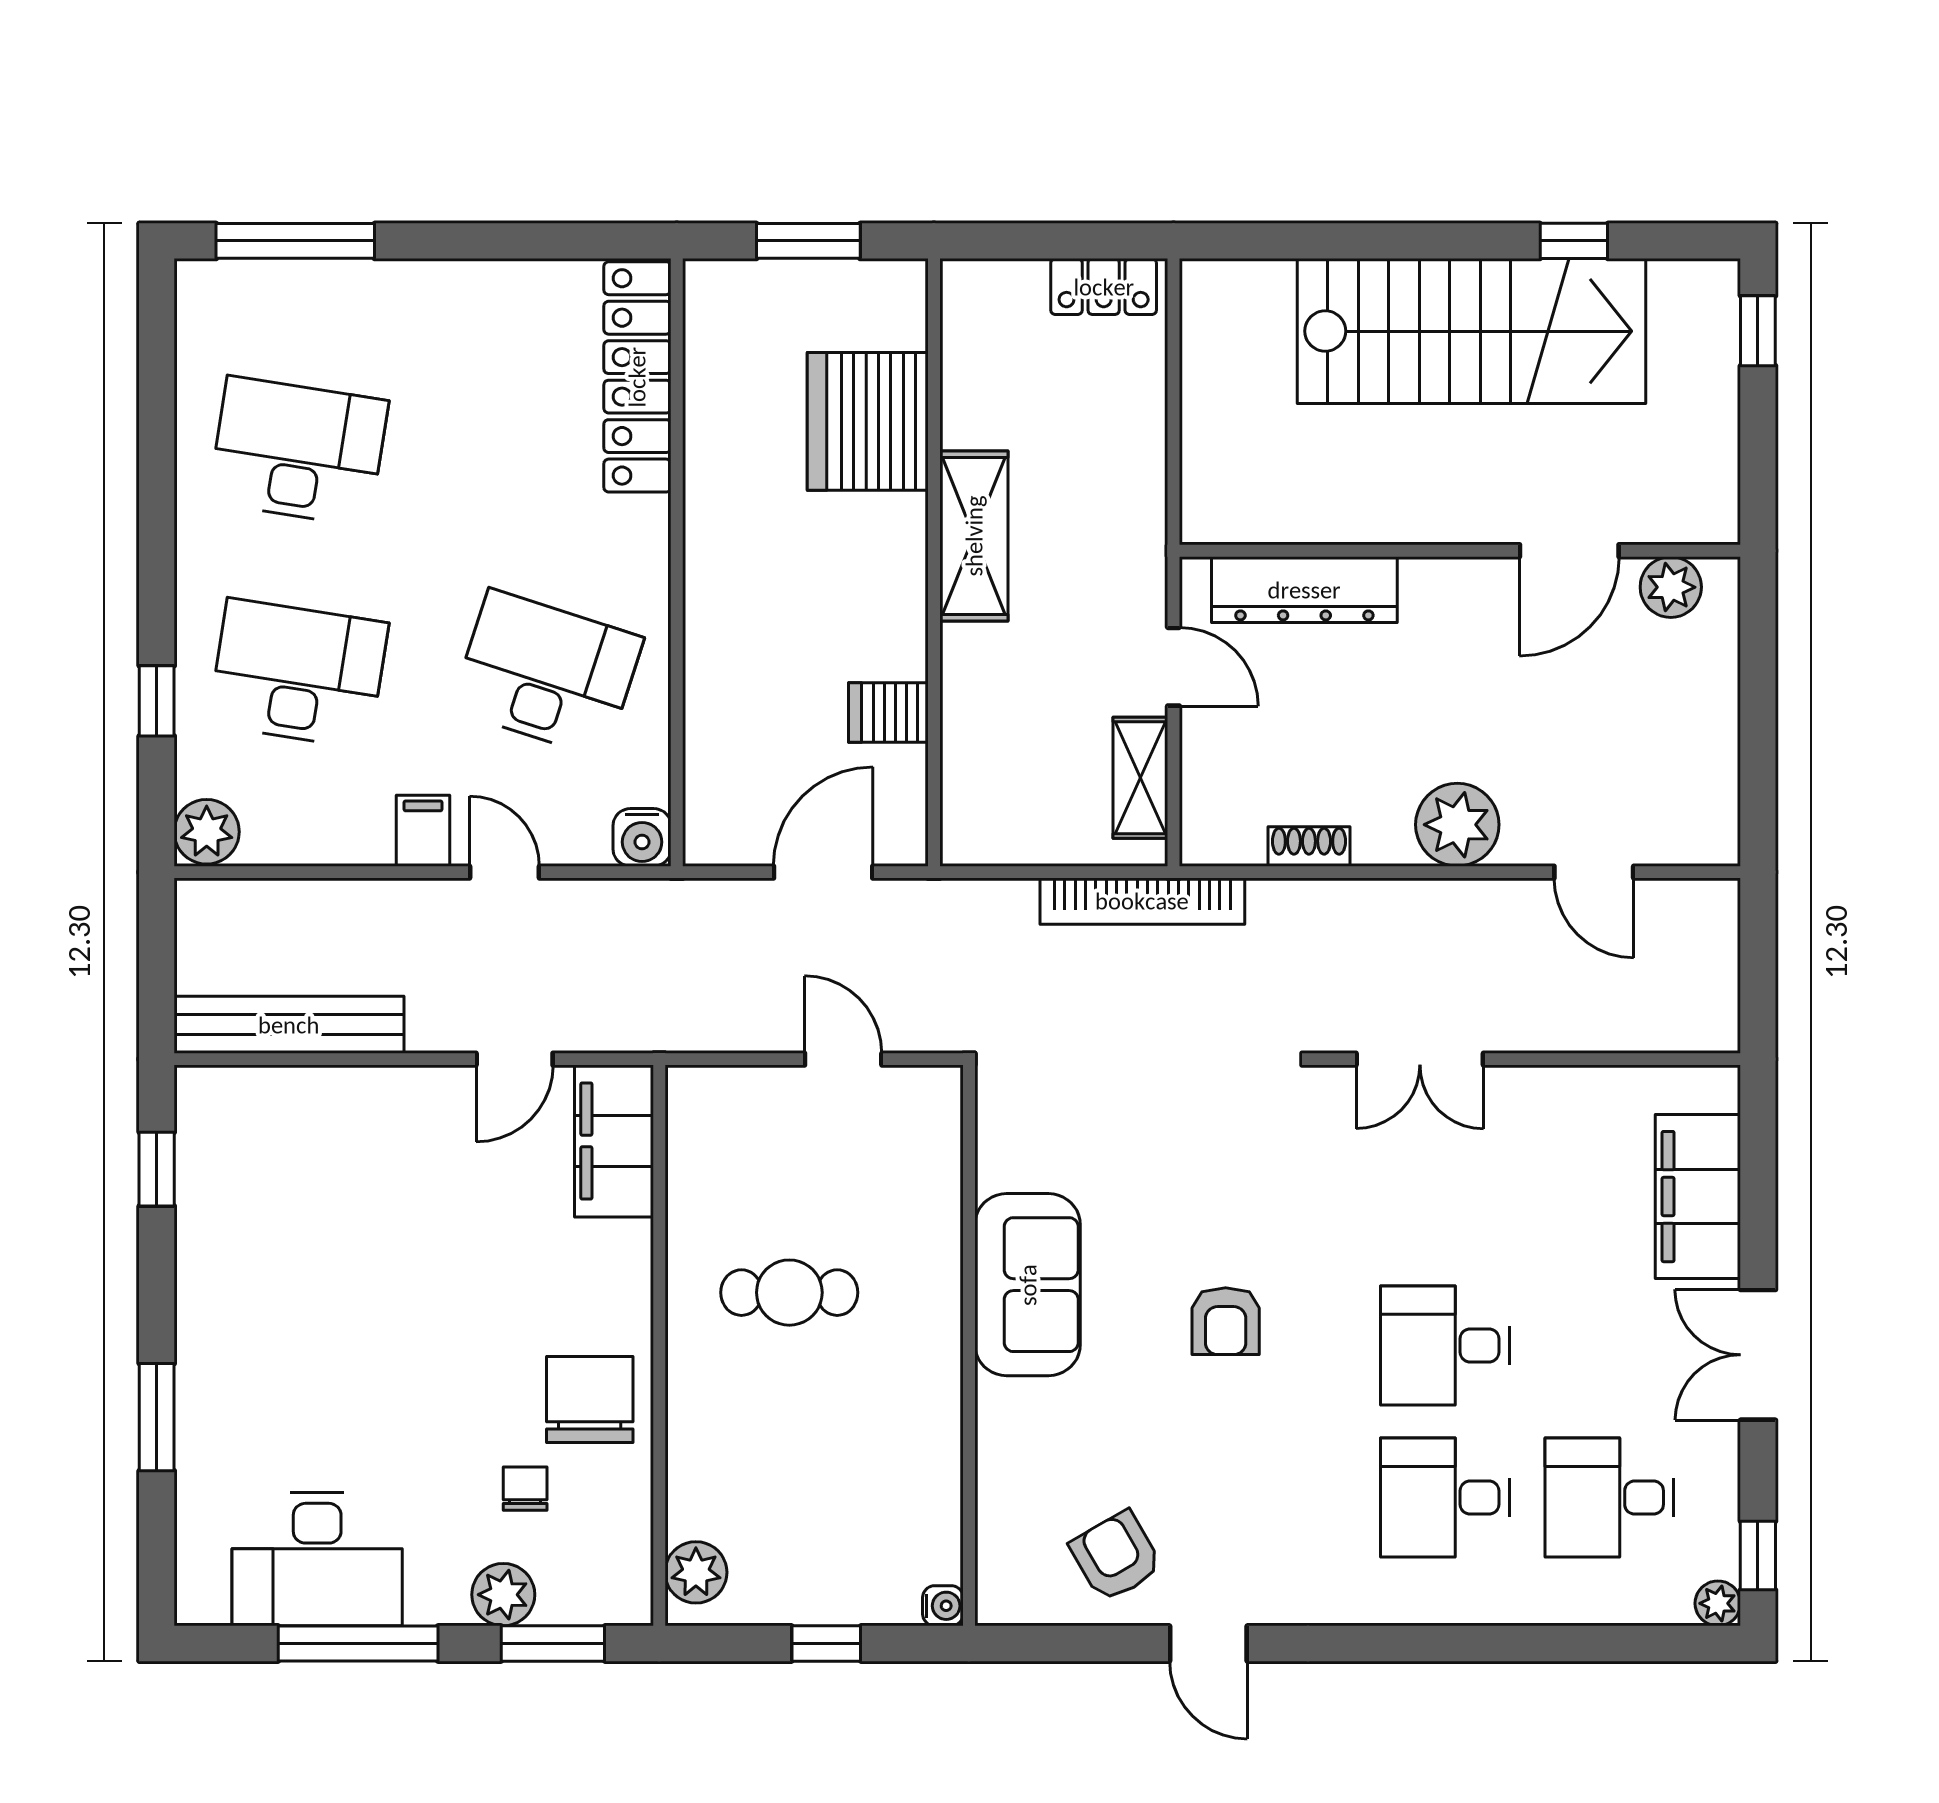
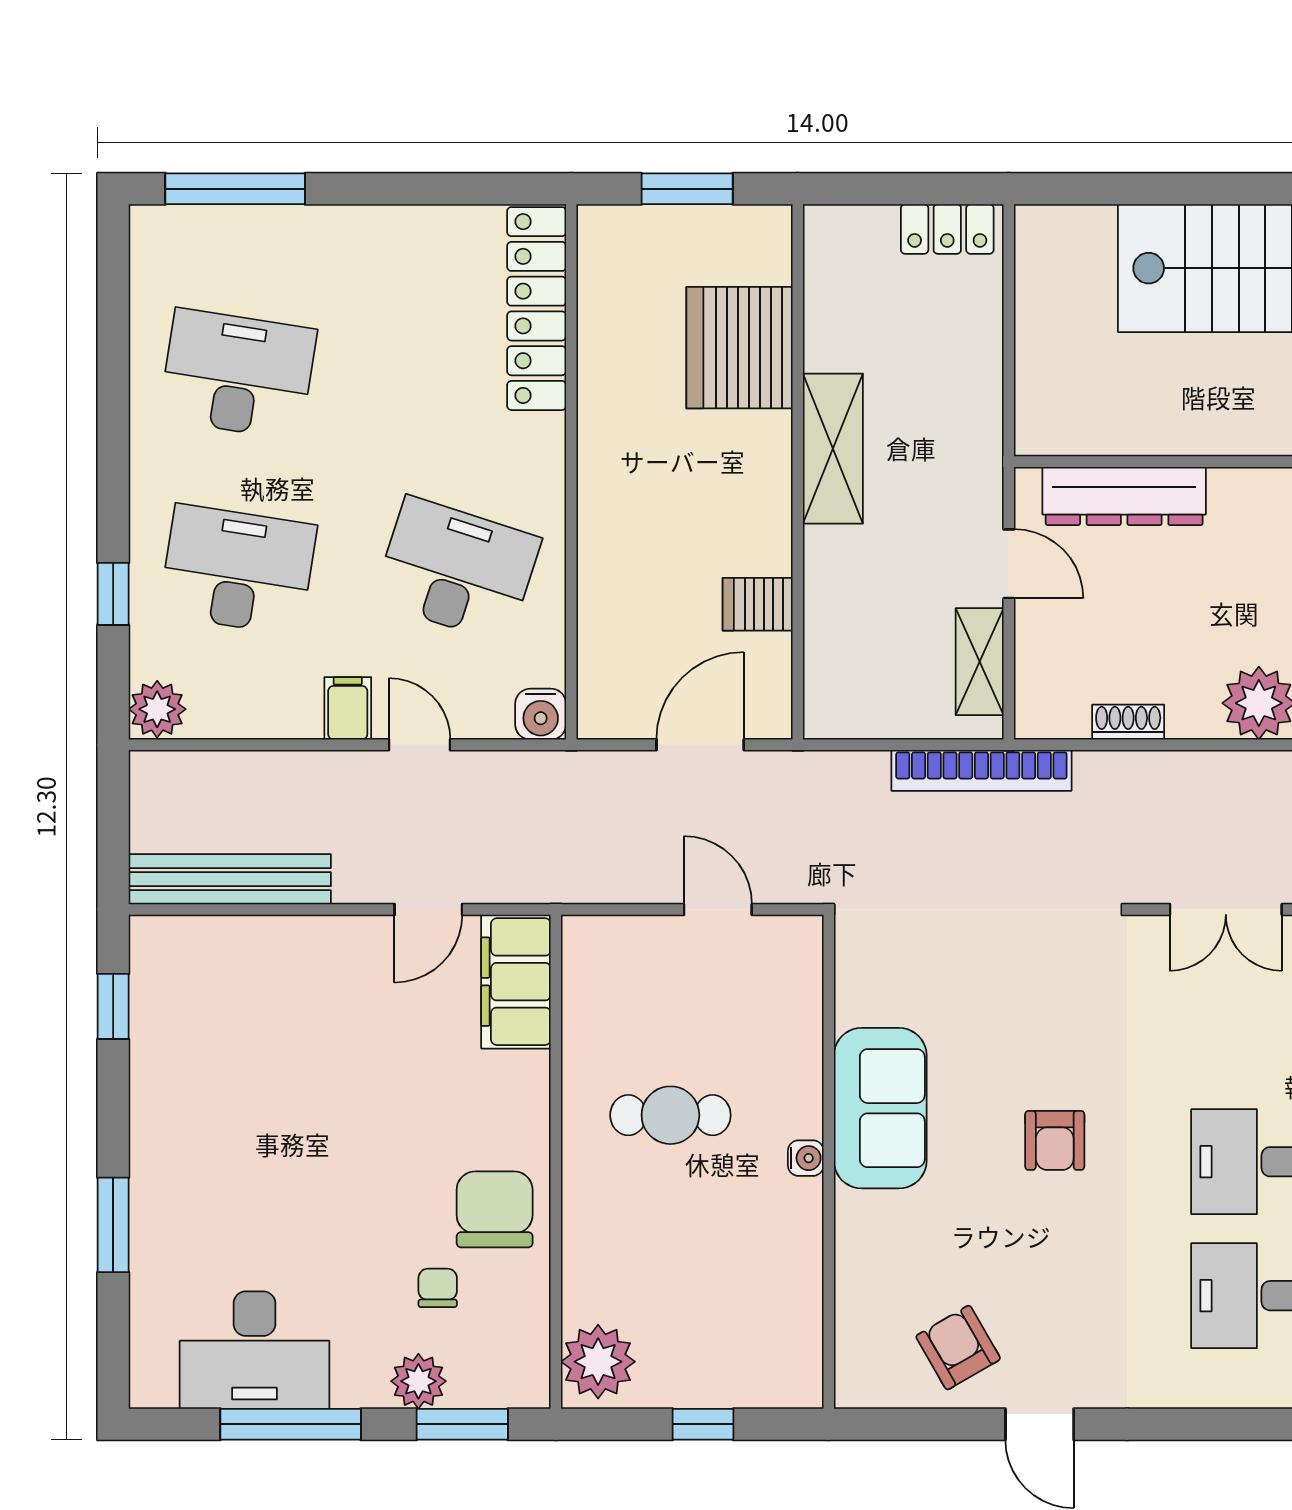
plant: (696, 1572) -> (598, 1362), width x1.36, depth x1.36
water cooler: (943, 1606) -> (806, 1158), moved

